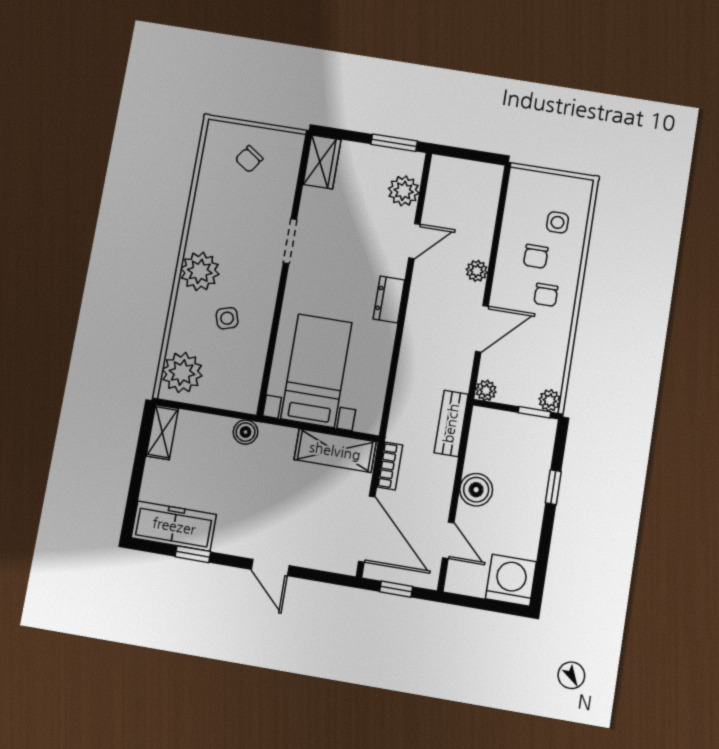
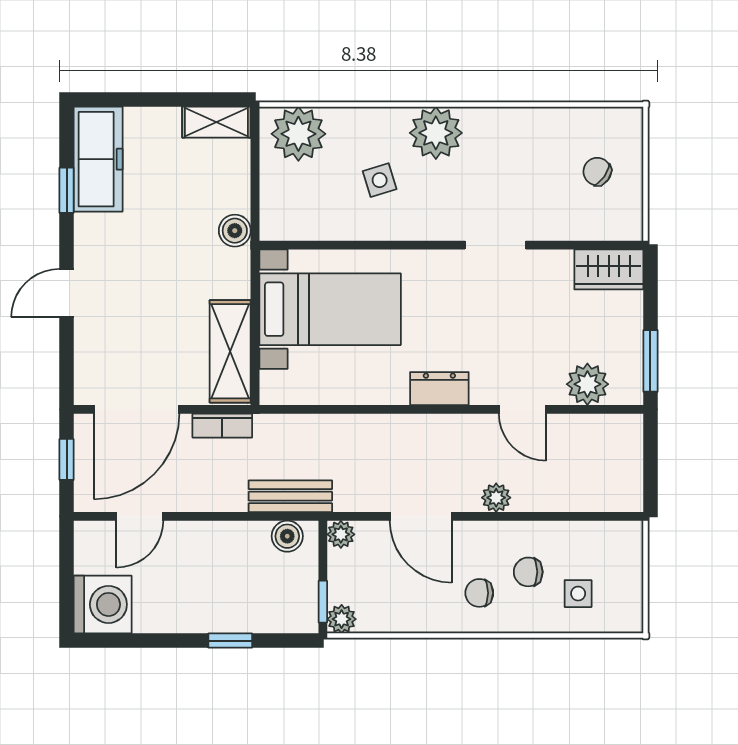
boiler: (476, 490) -> (287, 536), moved, width x0.73, depth x0.73

